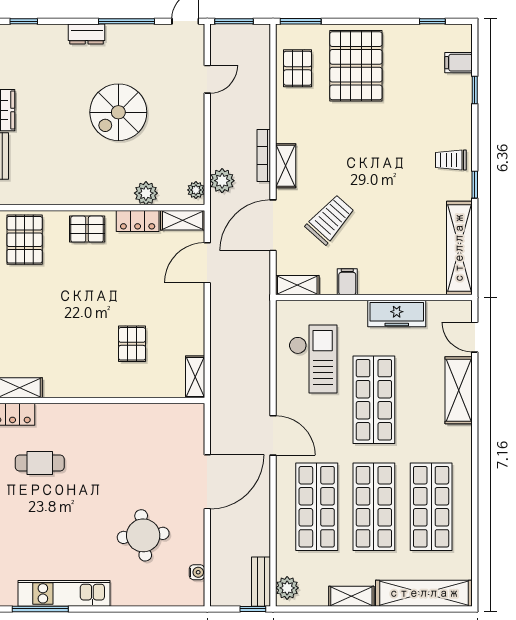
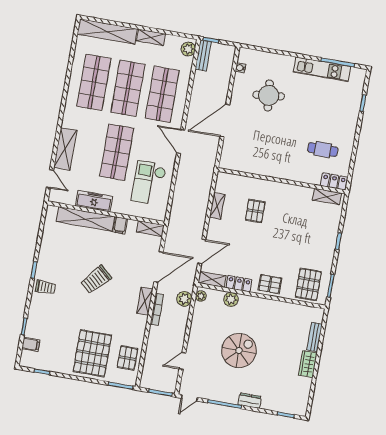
trolley: (330, 219) -> (96, 280), moved
shelving: (459, 248) -> (85, 219), moved, turned 90
shelving: (195, 377) -> (217, 206), moved

